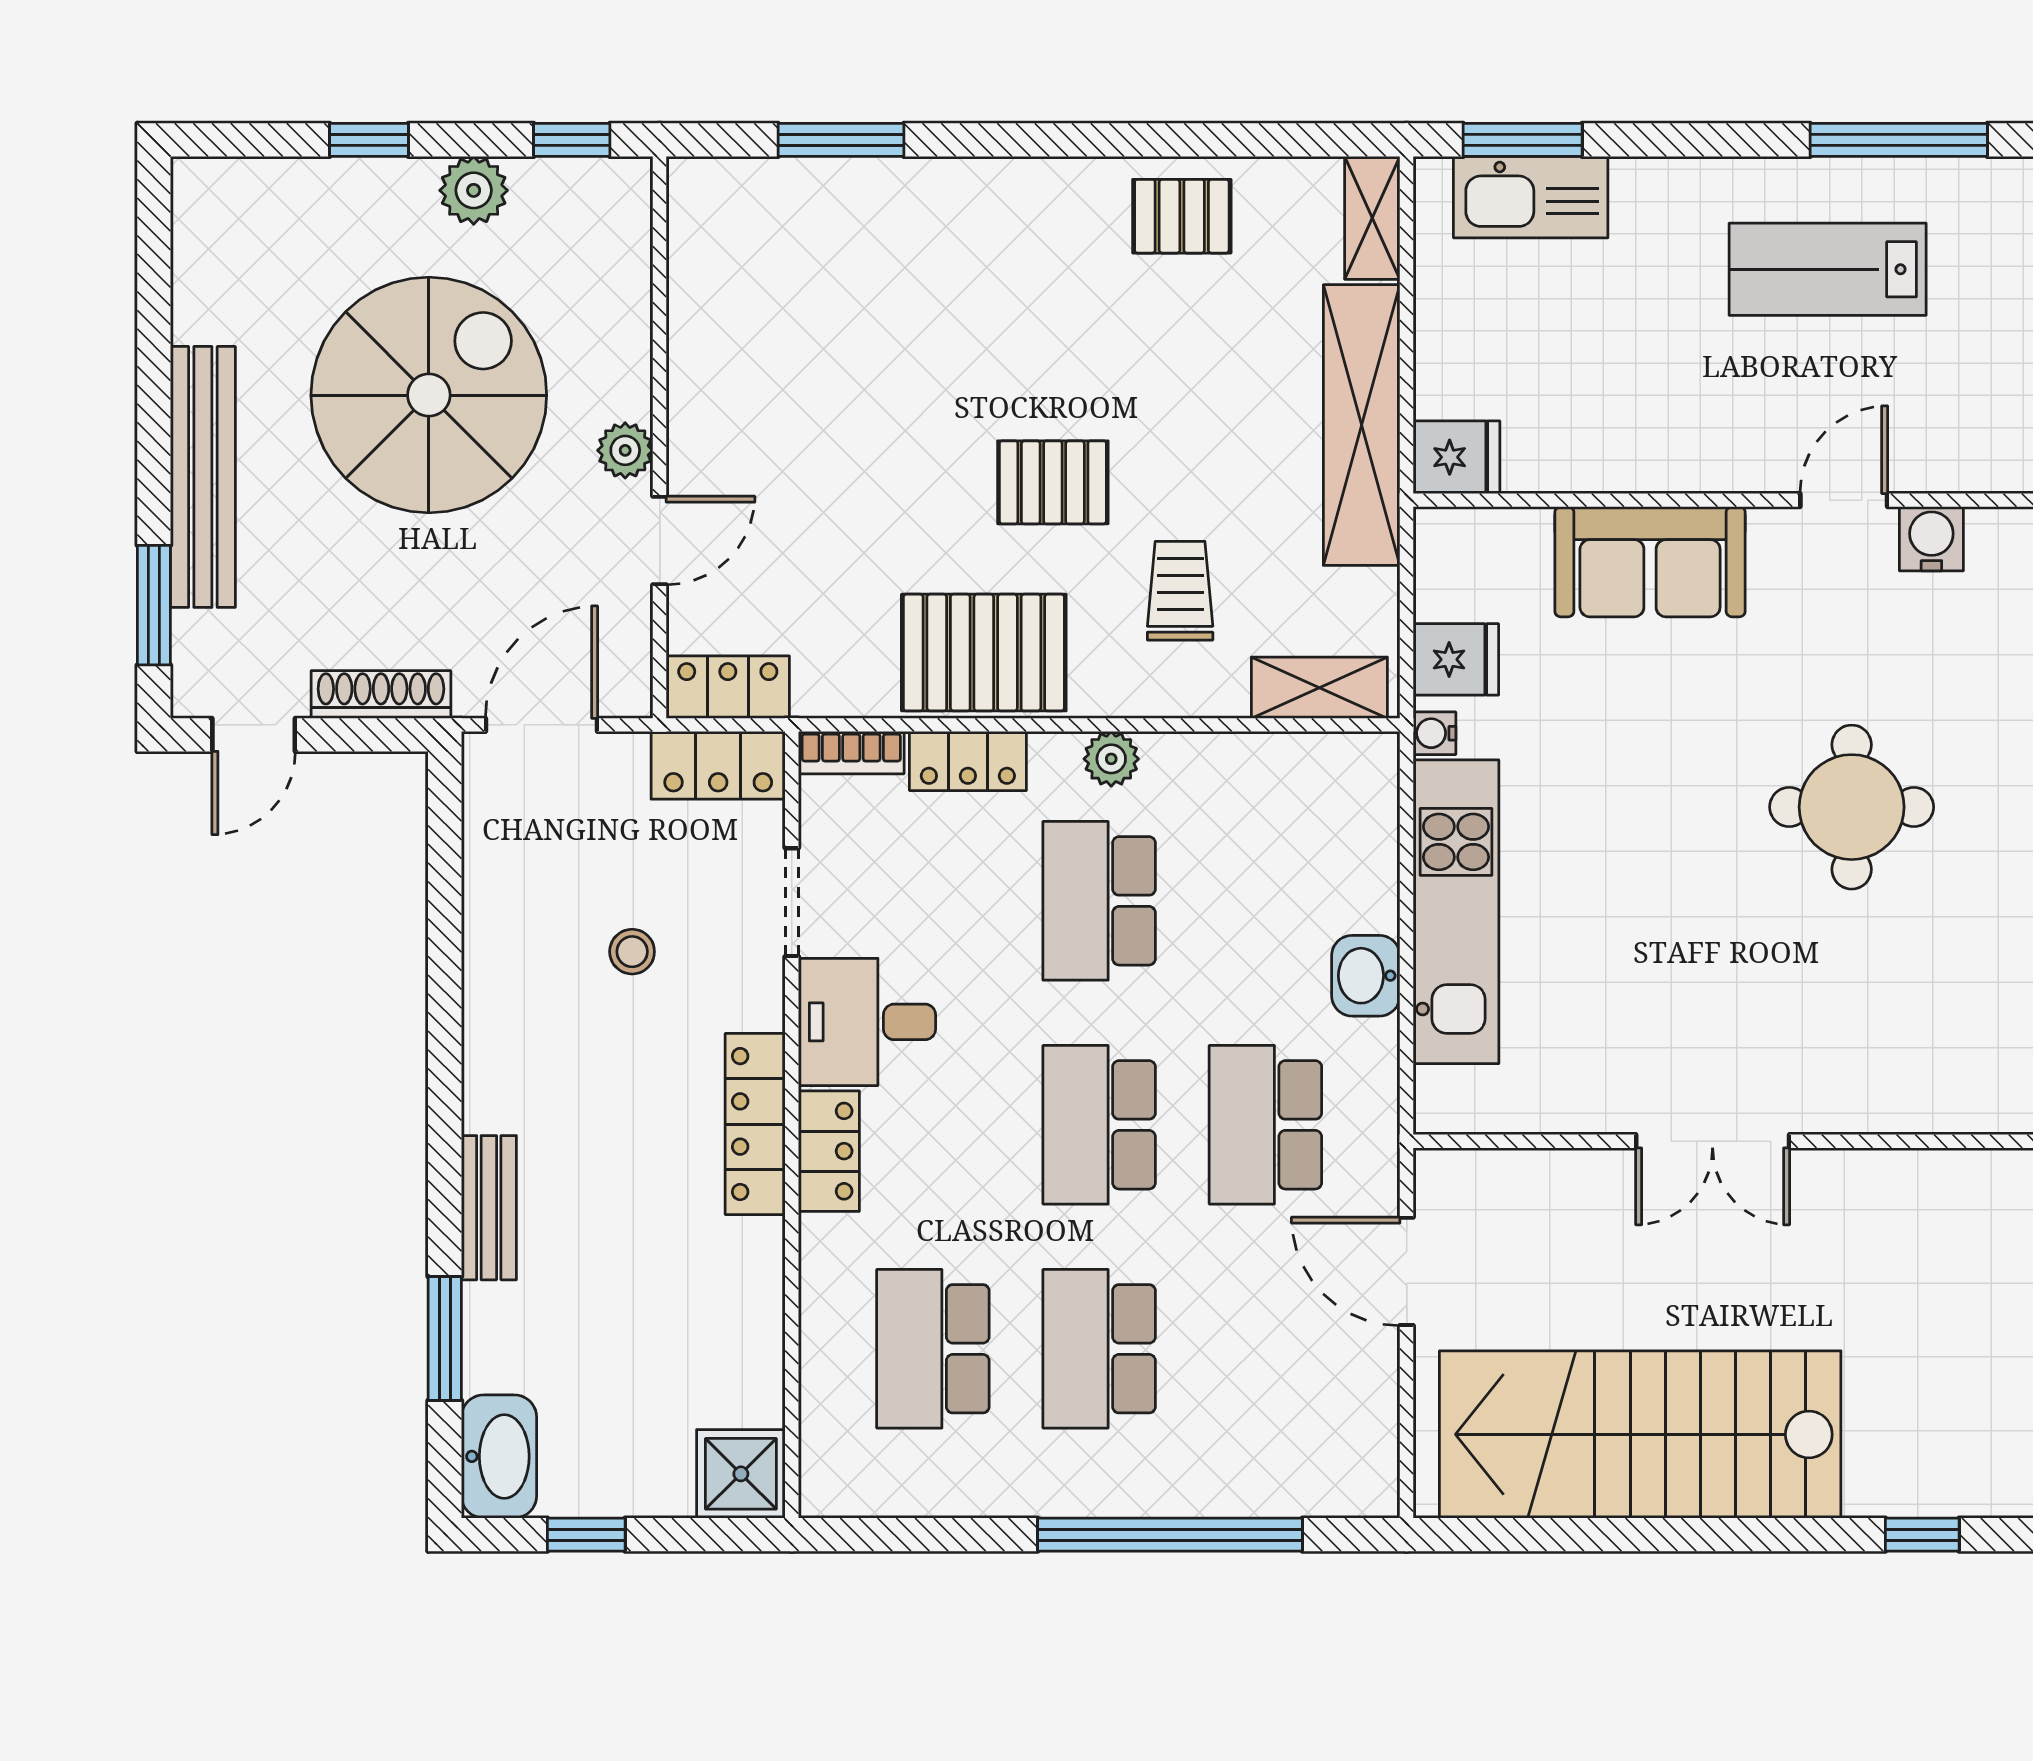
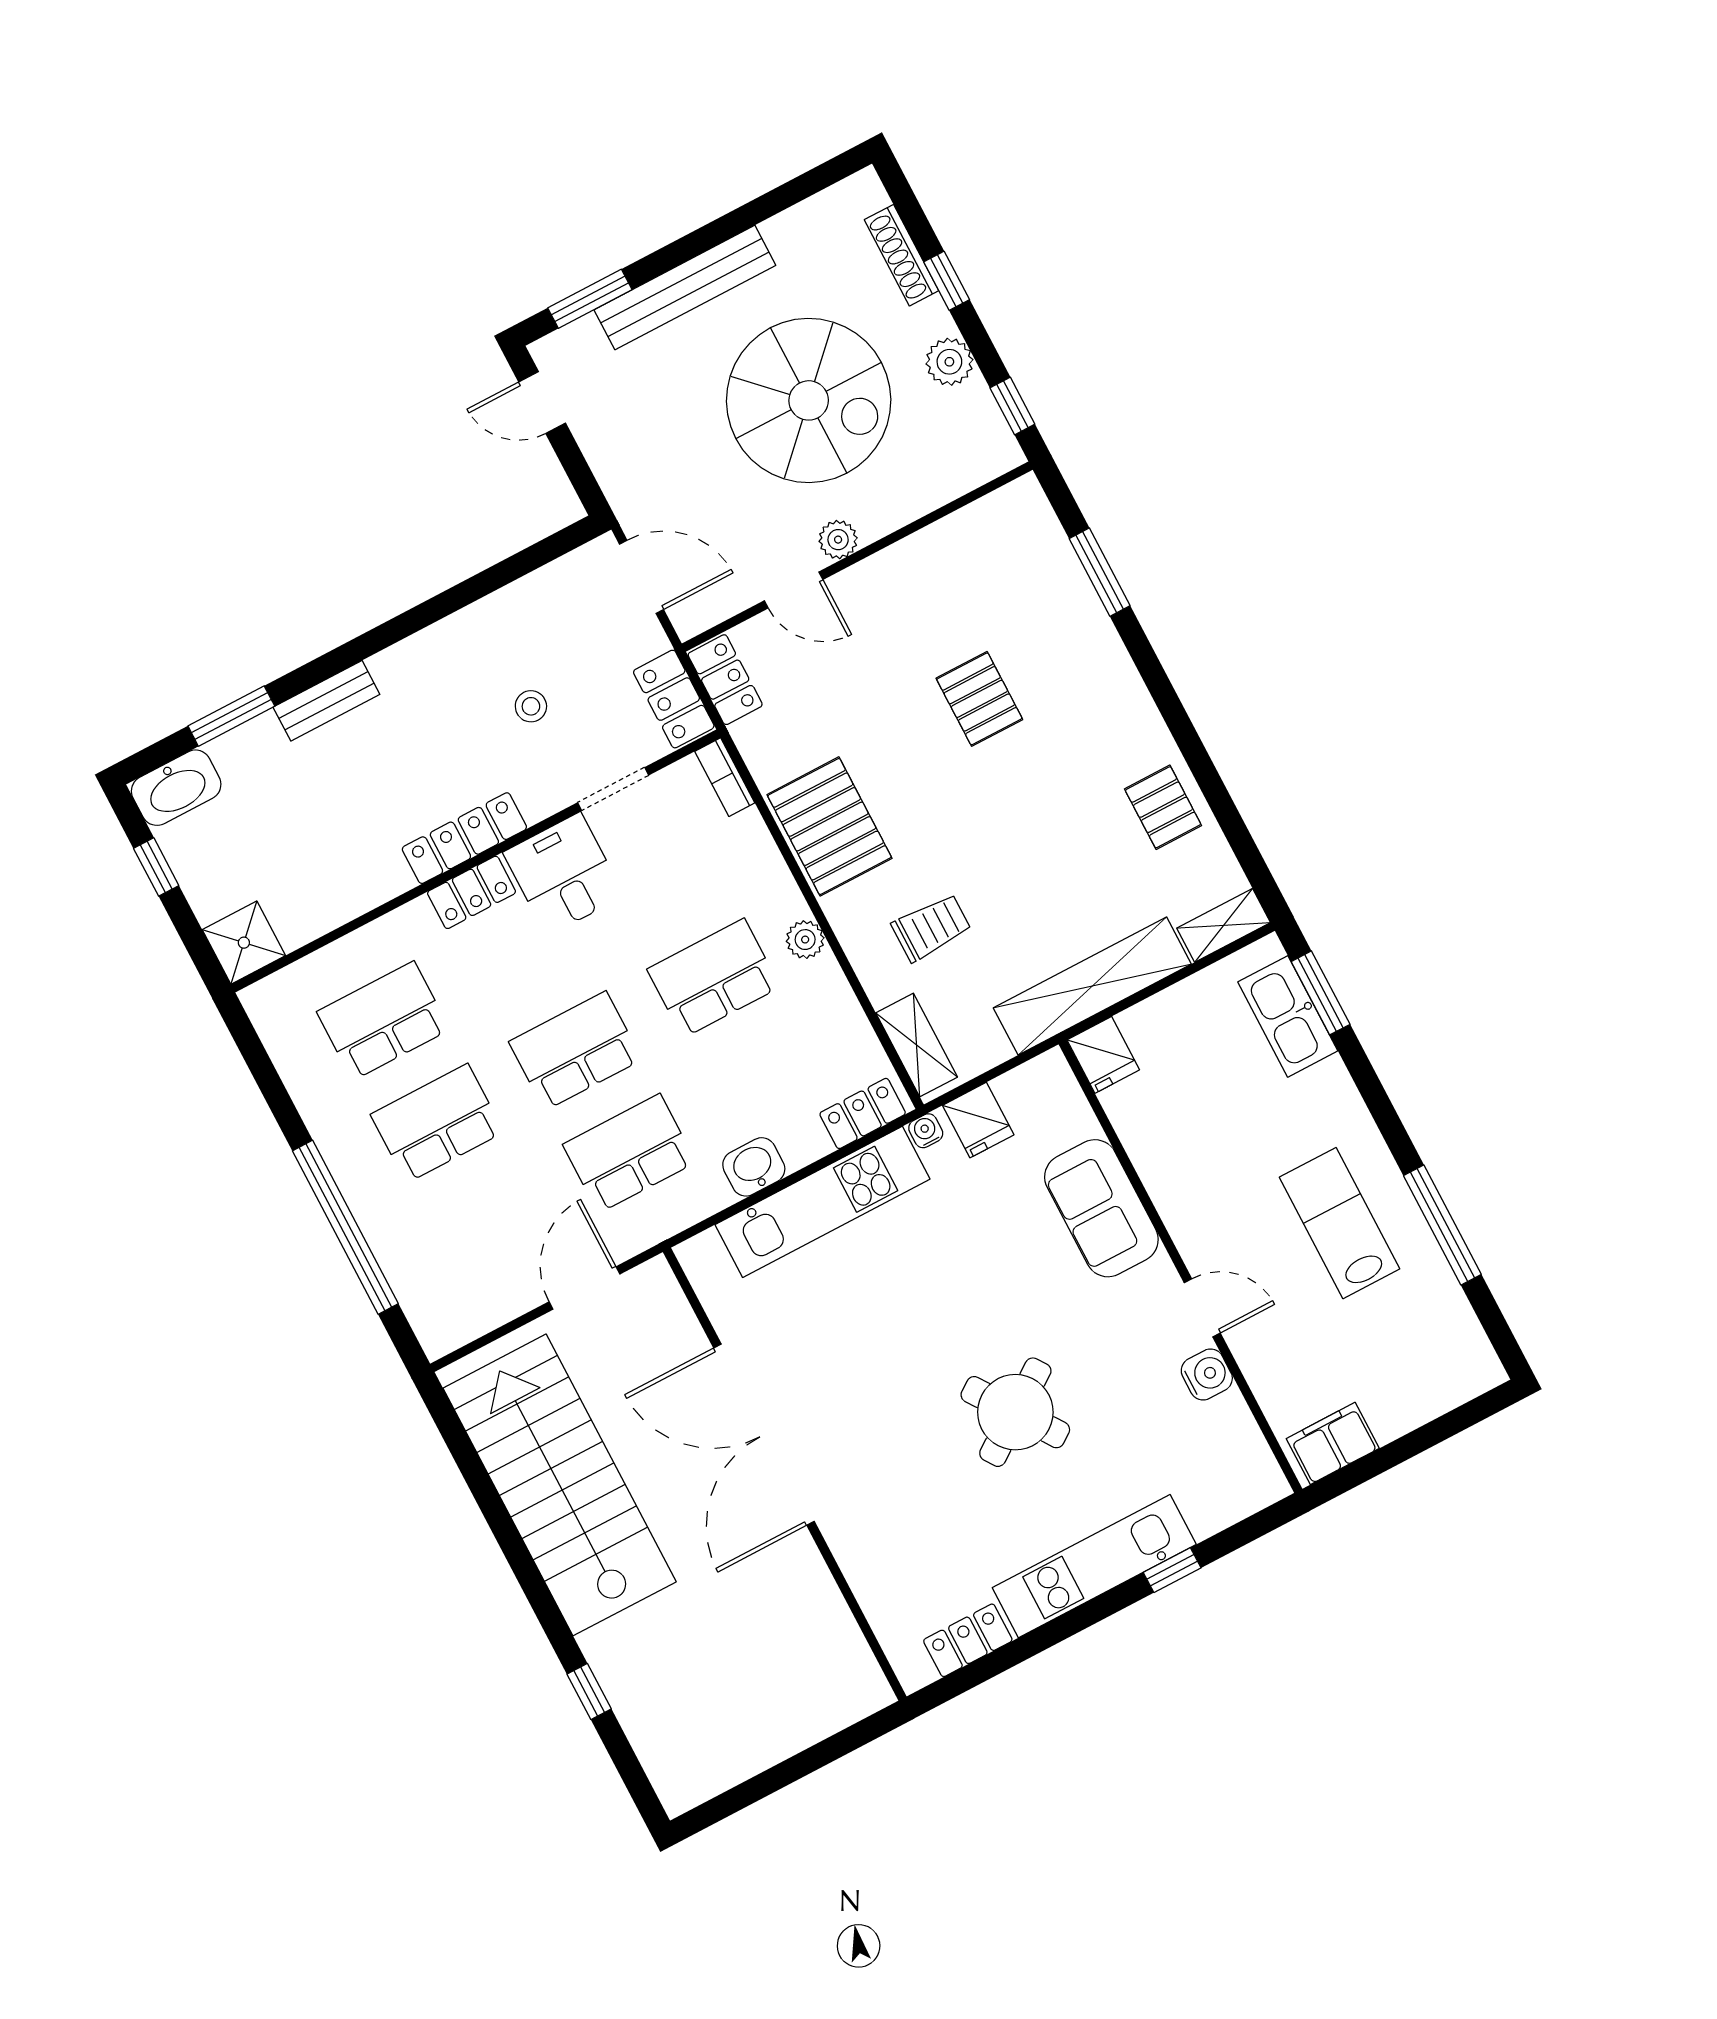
pallet: (1053, 482) -> (979, 699), moved
shoe rack: (381, 694) -> (902, 255), moved, turned 180
locker: (968, 761) -> (863, 1113), moved, turned 90
round table: (1852, 807) -> (1015, 1412), turned -35
double door: (1713, 1141) -> (764, 1435), width x1.87

